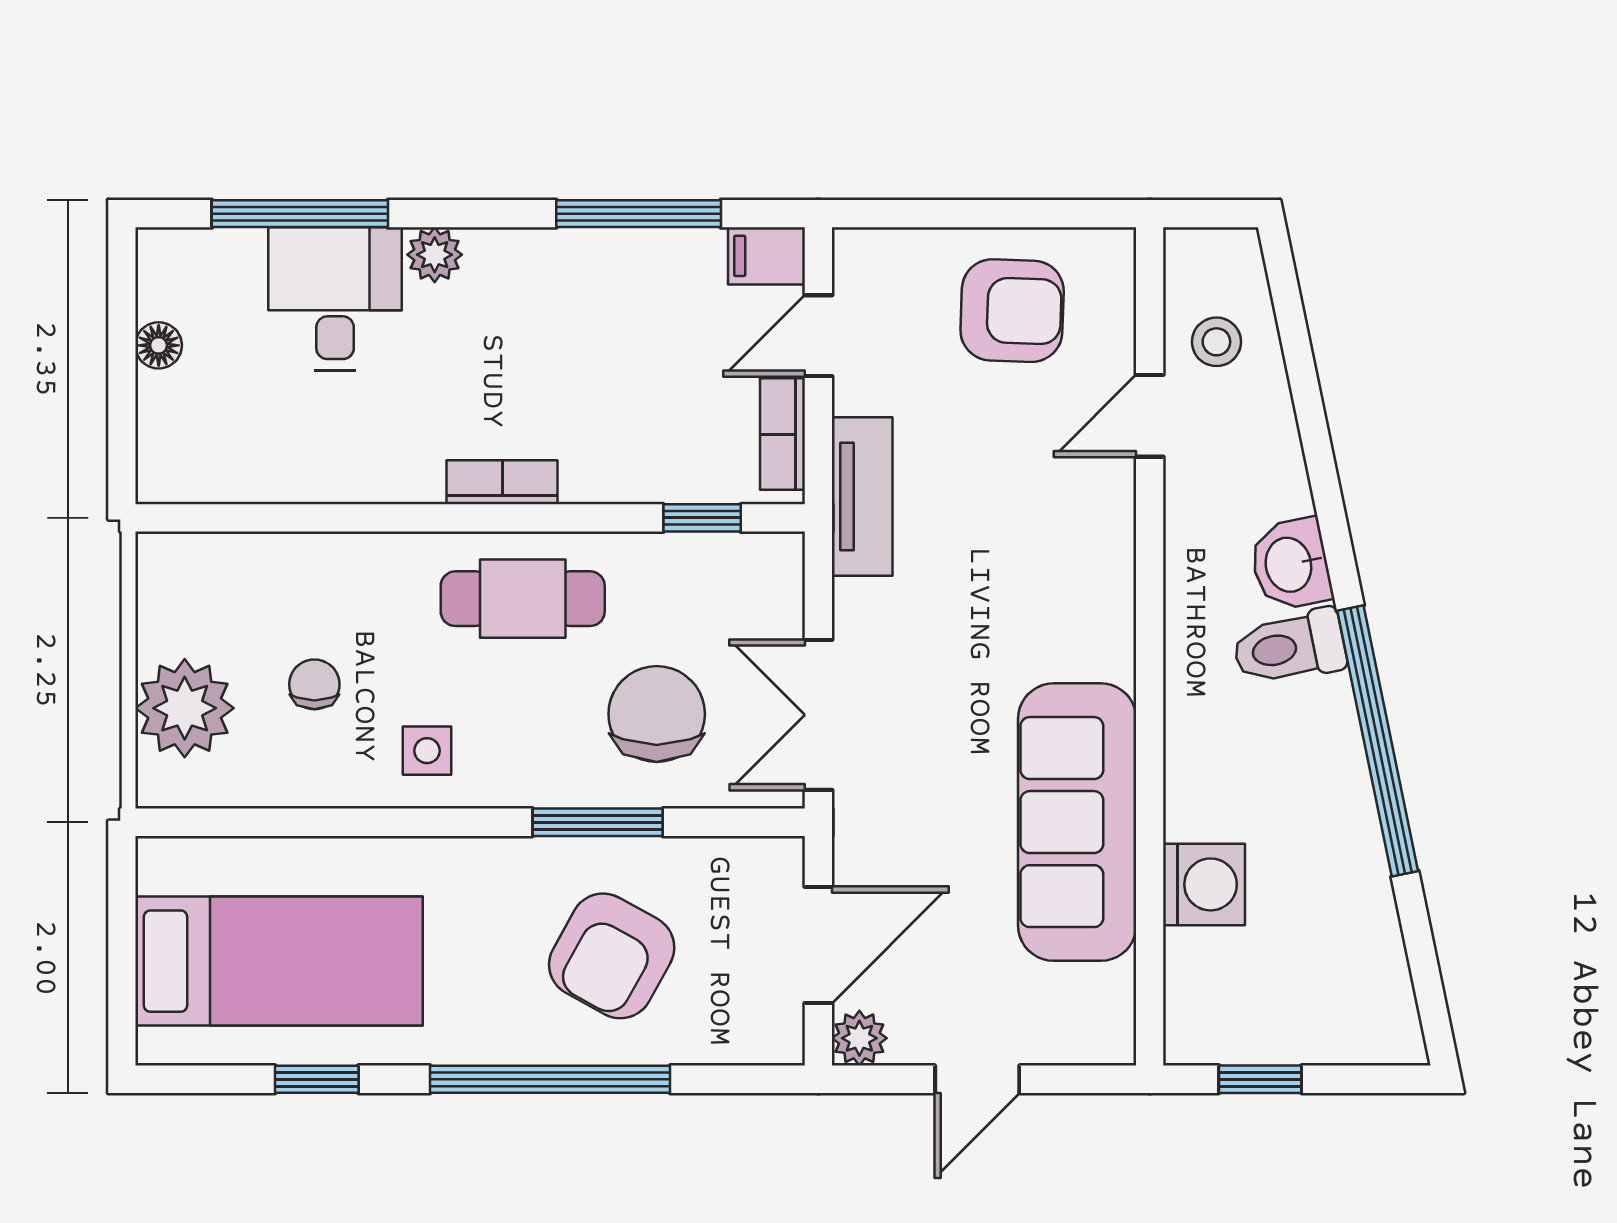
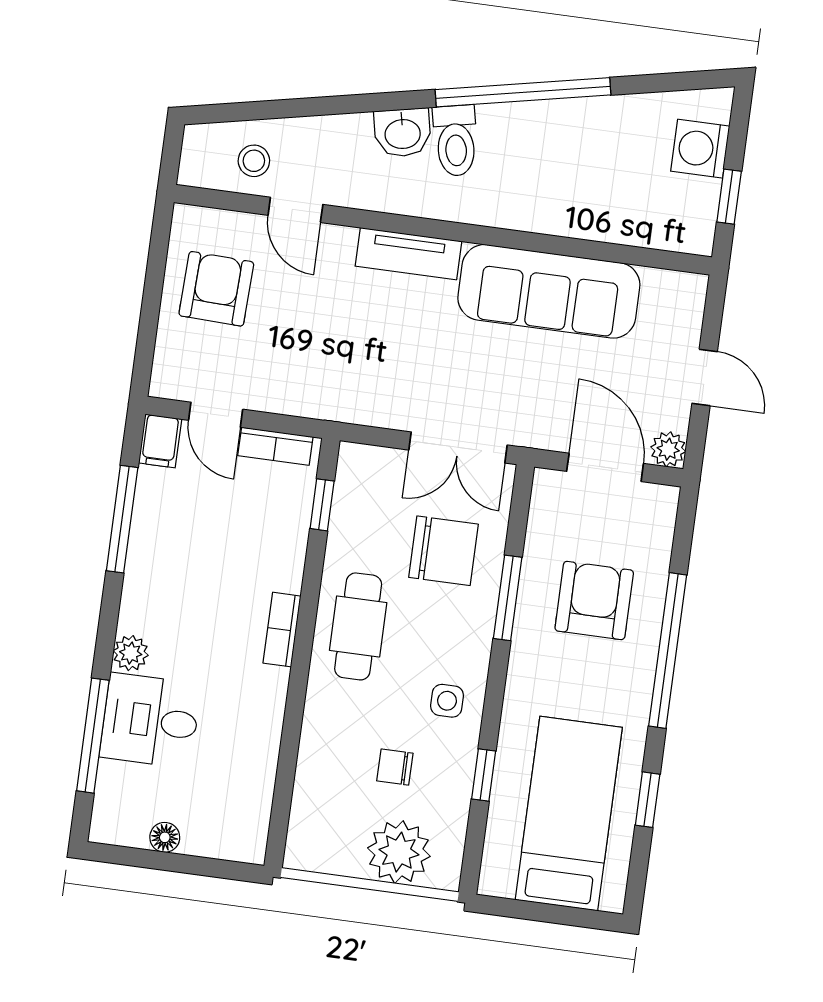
tv unit: (862, 497) -> (408, 254), moved, turned 180
chair: (657, 714) -> (443, 551), turned 180
window: (321, 822) -> (484, 775), added
washing machine: (1204, 884) -> (700, 149), moved, turned -90
armchair: (612, 956) -> (594, 600), turned -119

